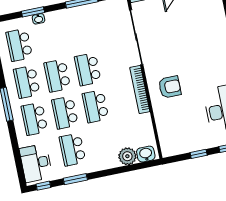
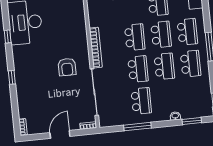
window: (33, 12) -> (192, 121), moved
school desk: (19, 45) -> (141, 101), moved
armchair: (170, 87) -> (67, 67), moved, turned -90

